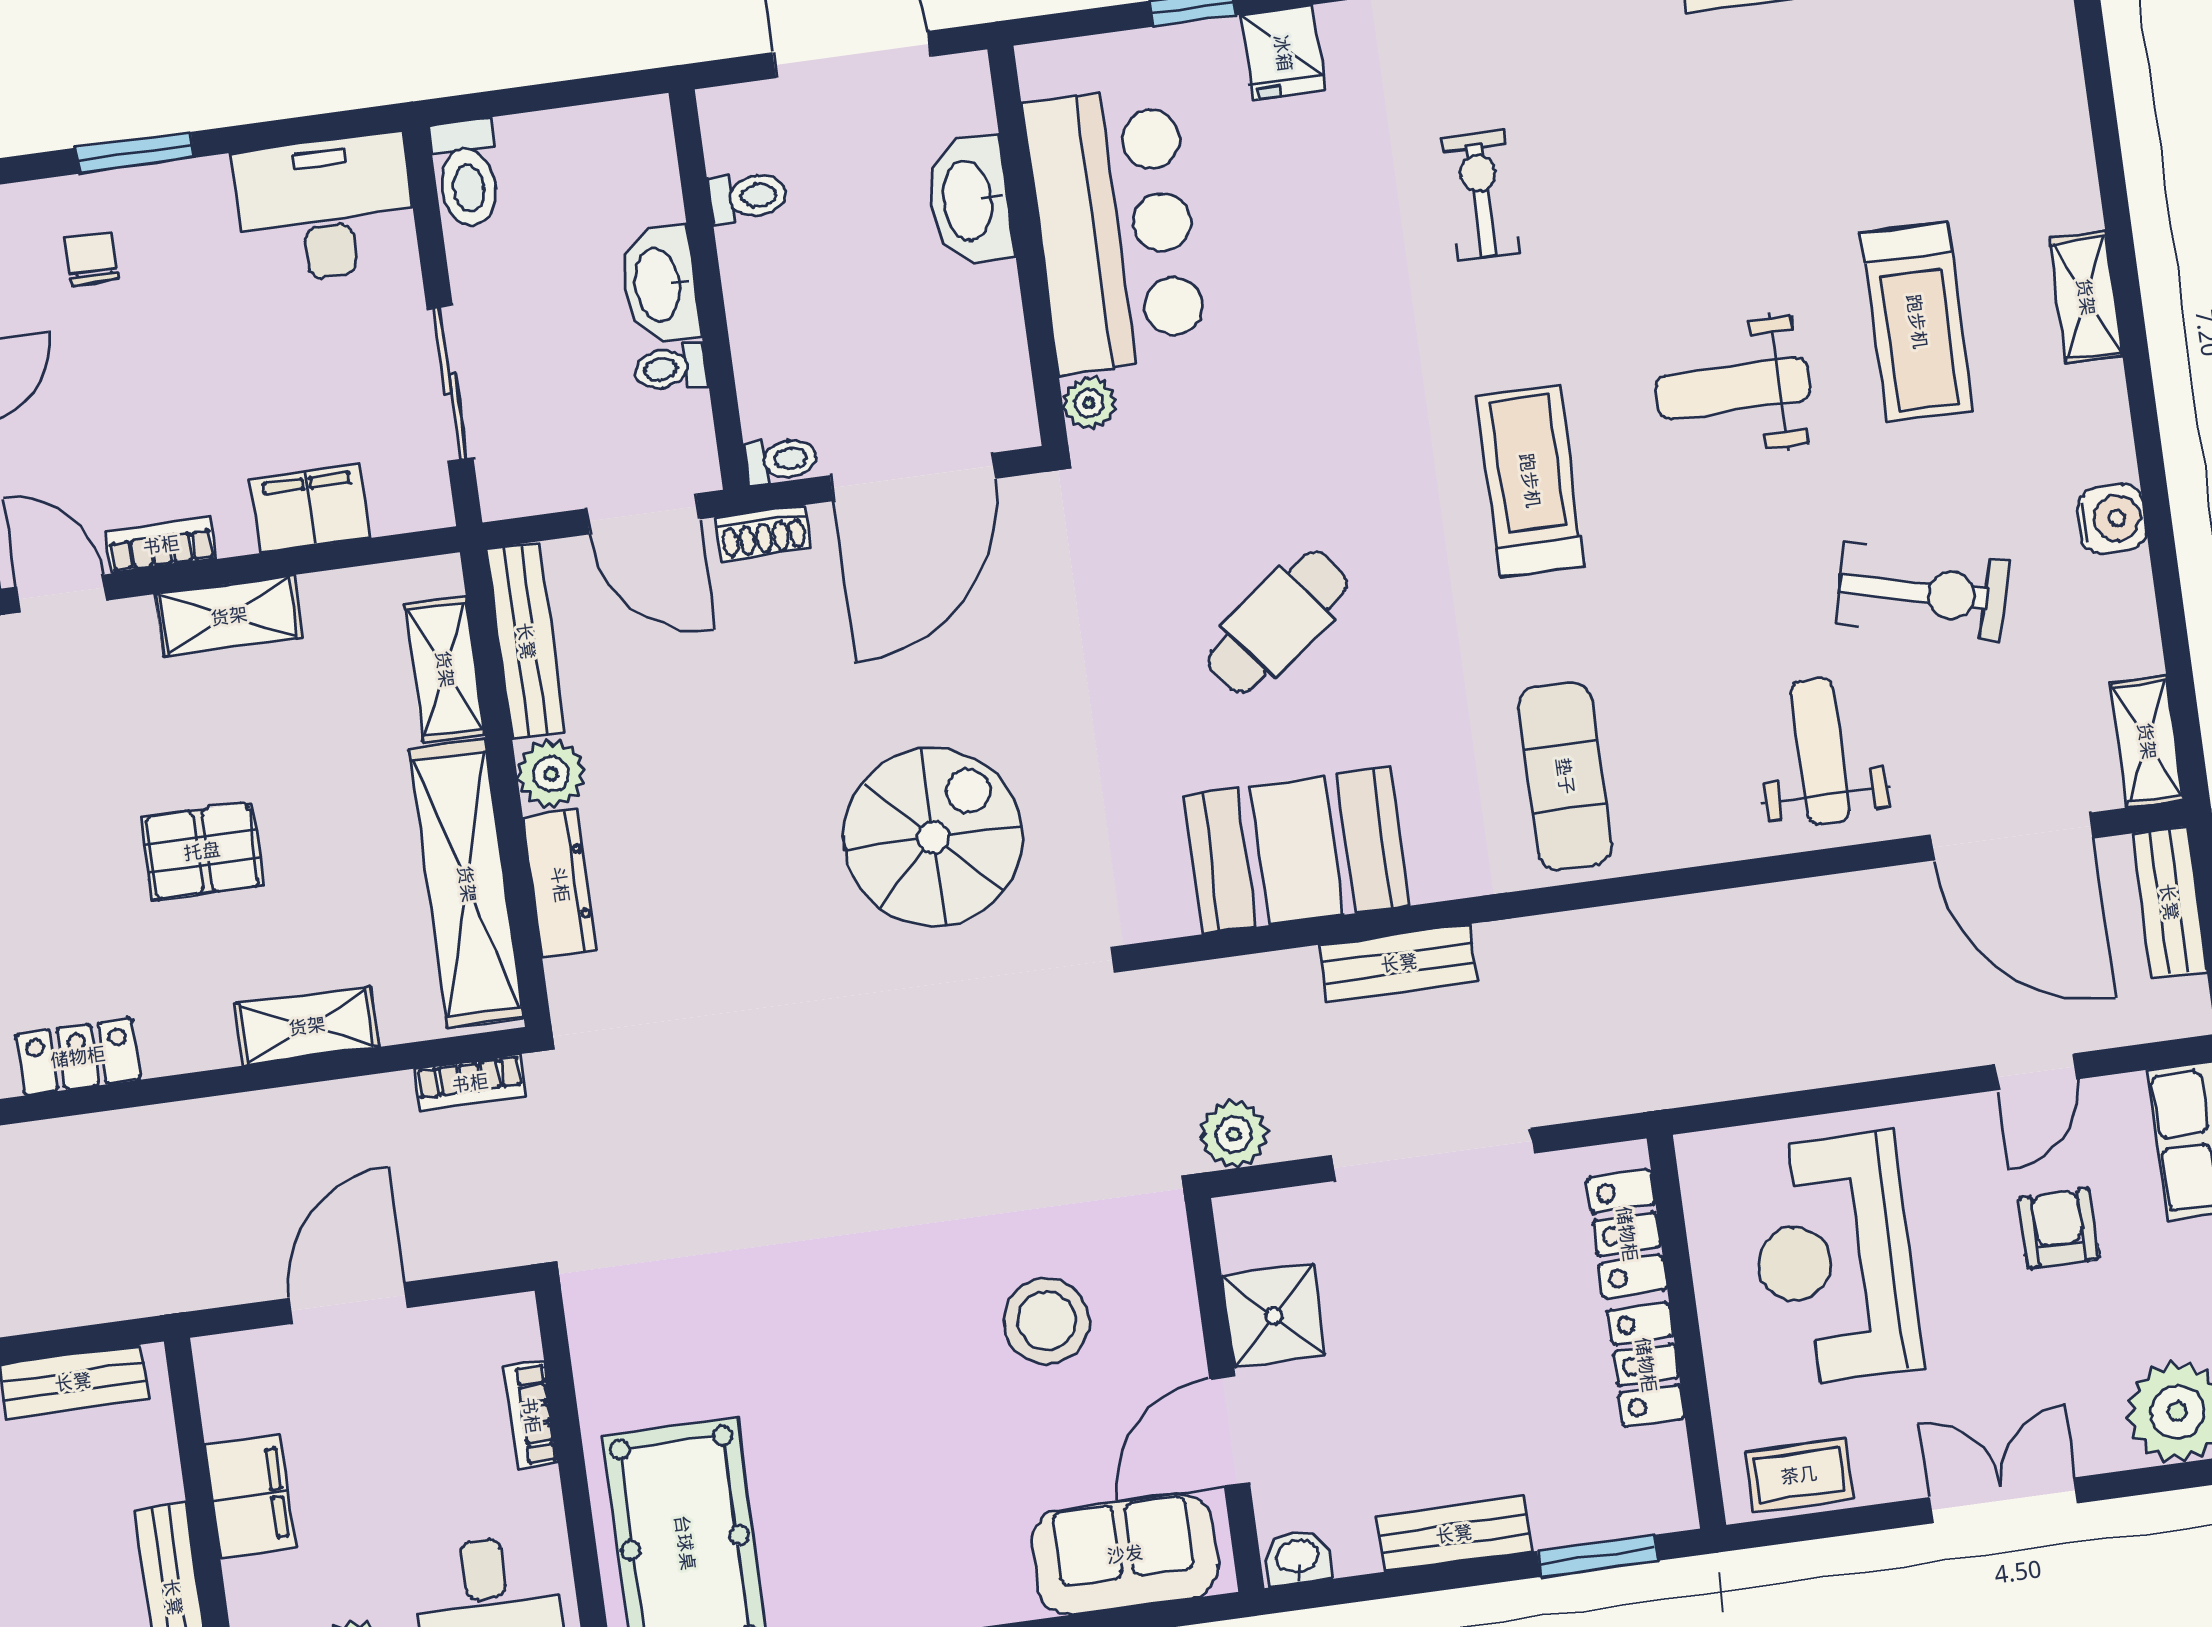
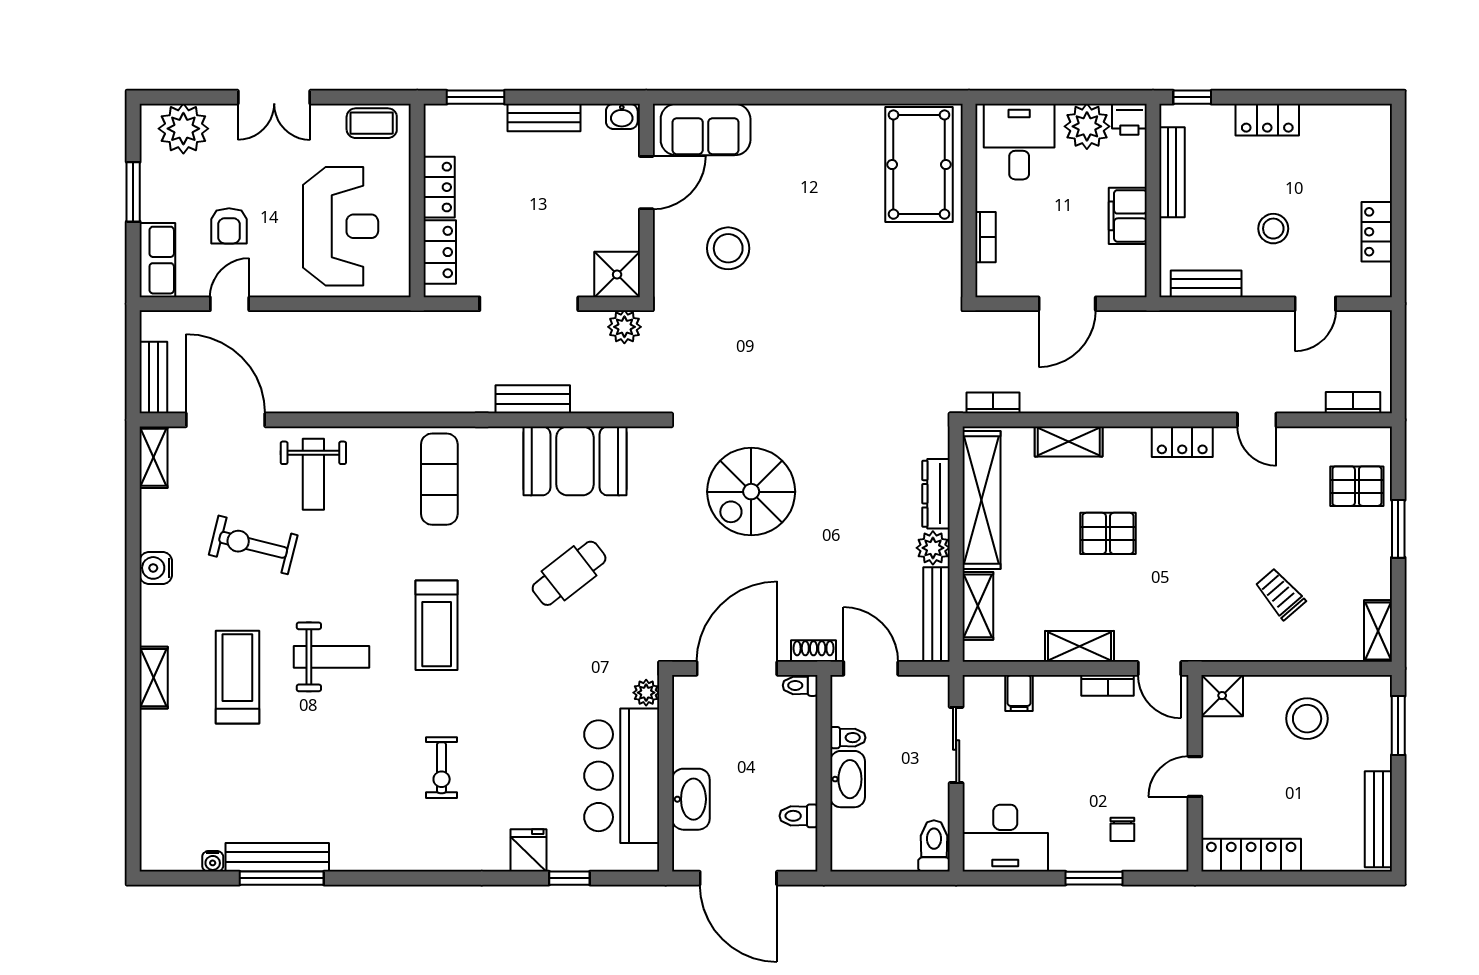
filing cabinet: (310, 509) -> (1019, 693), width x0.50
shower: (1274, 1316) -> (617, 274), moved

